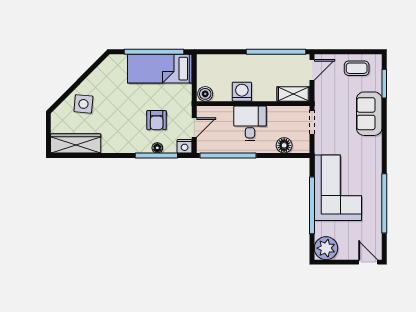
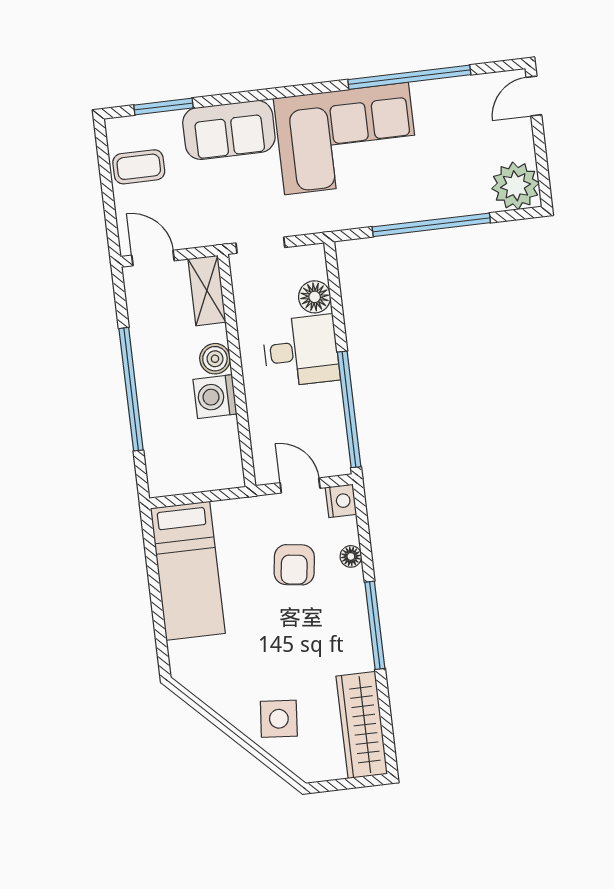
window: (154, 52) -> (155, 587), removed
window: (276, 52) -> (131, 389), moved
coffee table: (357, 68) -> (139, 167), turned 90
boiler: (205, 94) -> (215, 359), moved
armchair: (157, 120) -> (294, 565), turned 98
desk: (250, 123) -> (301, 351), moved, turned 180
window: (156, 155) -> (375, 625), moved
corner sofa: (338, 188) -> (347, 138), moved, turned 180

